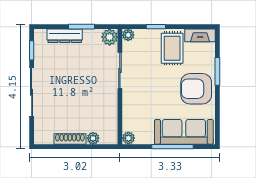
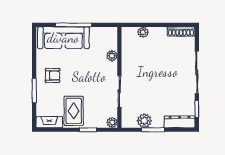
dresser: (65, 36) -> (180, 122), moved
plant: (110, 37) -> (144, 121), moved
armchair: (196, 89) -> (53, 75), width x0.53, depth x0.53
plant: (128, 138) -> (112, 56), moved
shoe rack: (70, 139) -> (181, 32), moved

